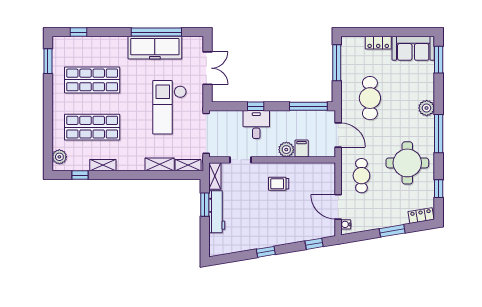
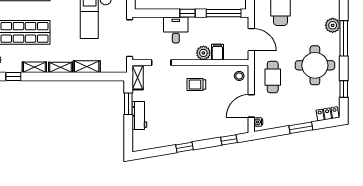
window: (256, 106) -> (188, 13), moved
plant: (427, 108) -> (333, 25), moved
shelving: (188, 165) -> (60, 67), moved
stool: (325, 174) -> (239, 76), added
door: (338, 207) -> (251, 106), hinge flipped
workbench: (217, 212) -> (139, 116), width x0.73

